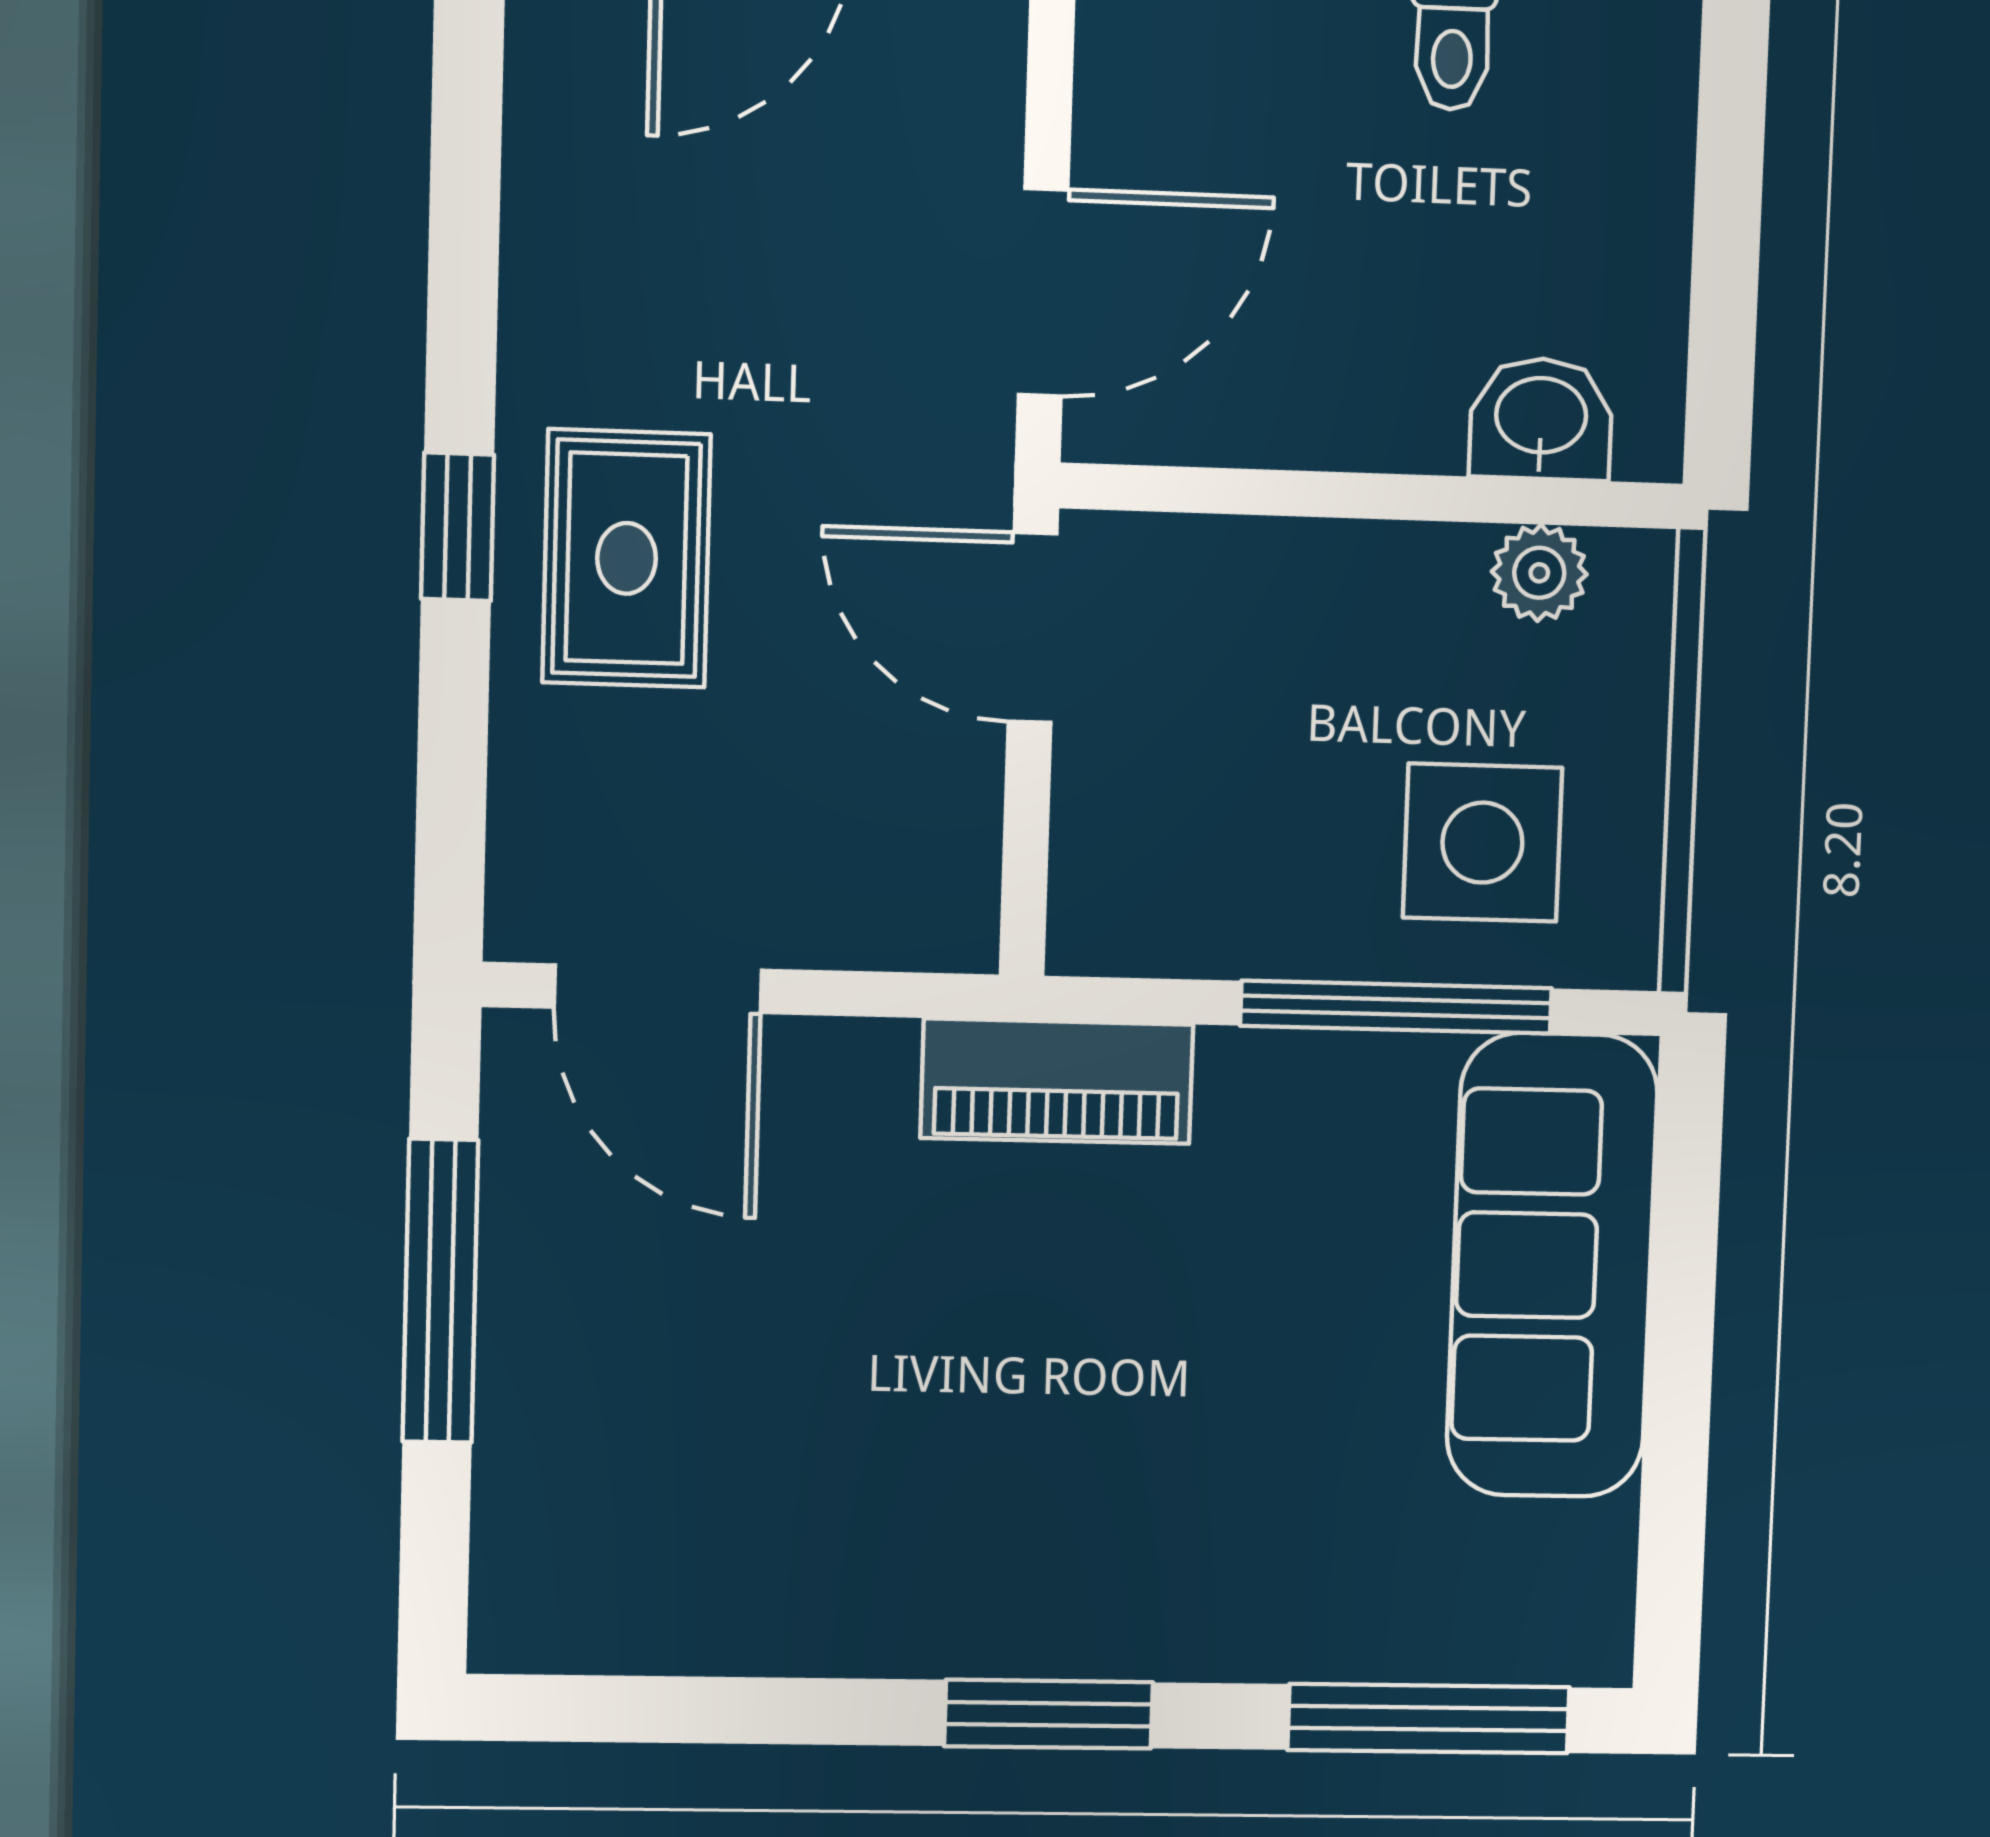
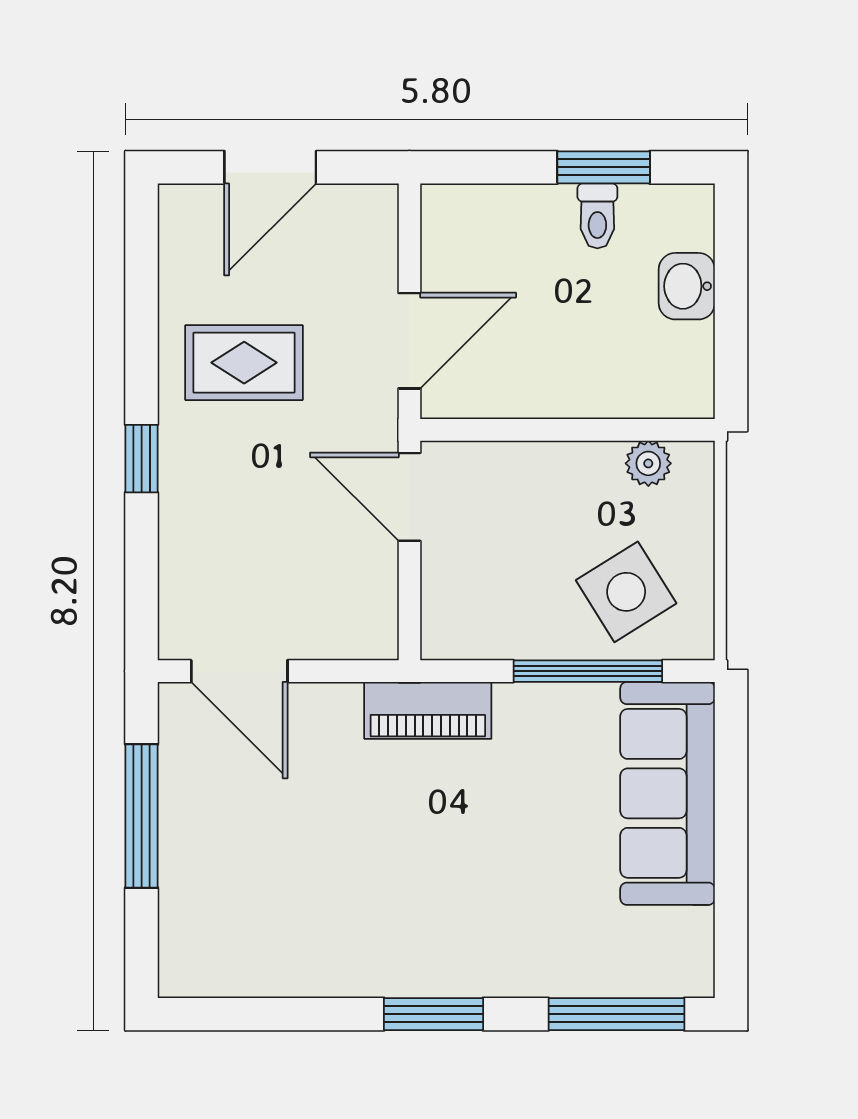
washbasin: (1541, 419) -> (687, 286), moved, turned -90
rug: (627, 558) -> (244, 363), moved, turned 90
side table: (1482, 843) -> (626, 592), turned -32

